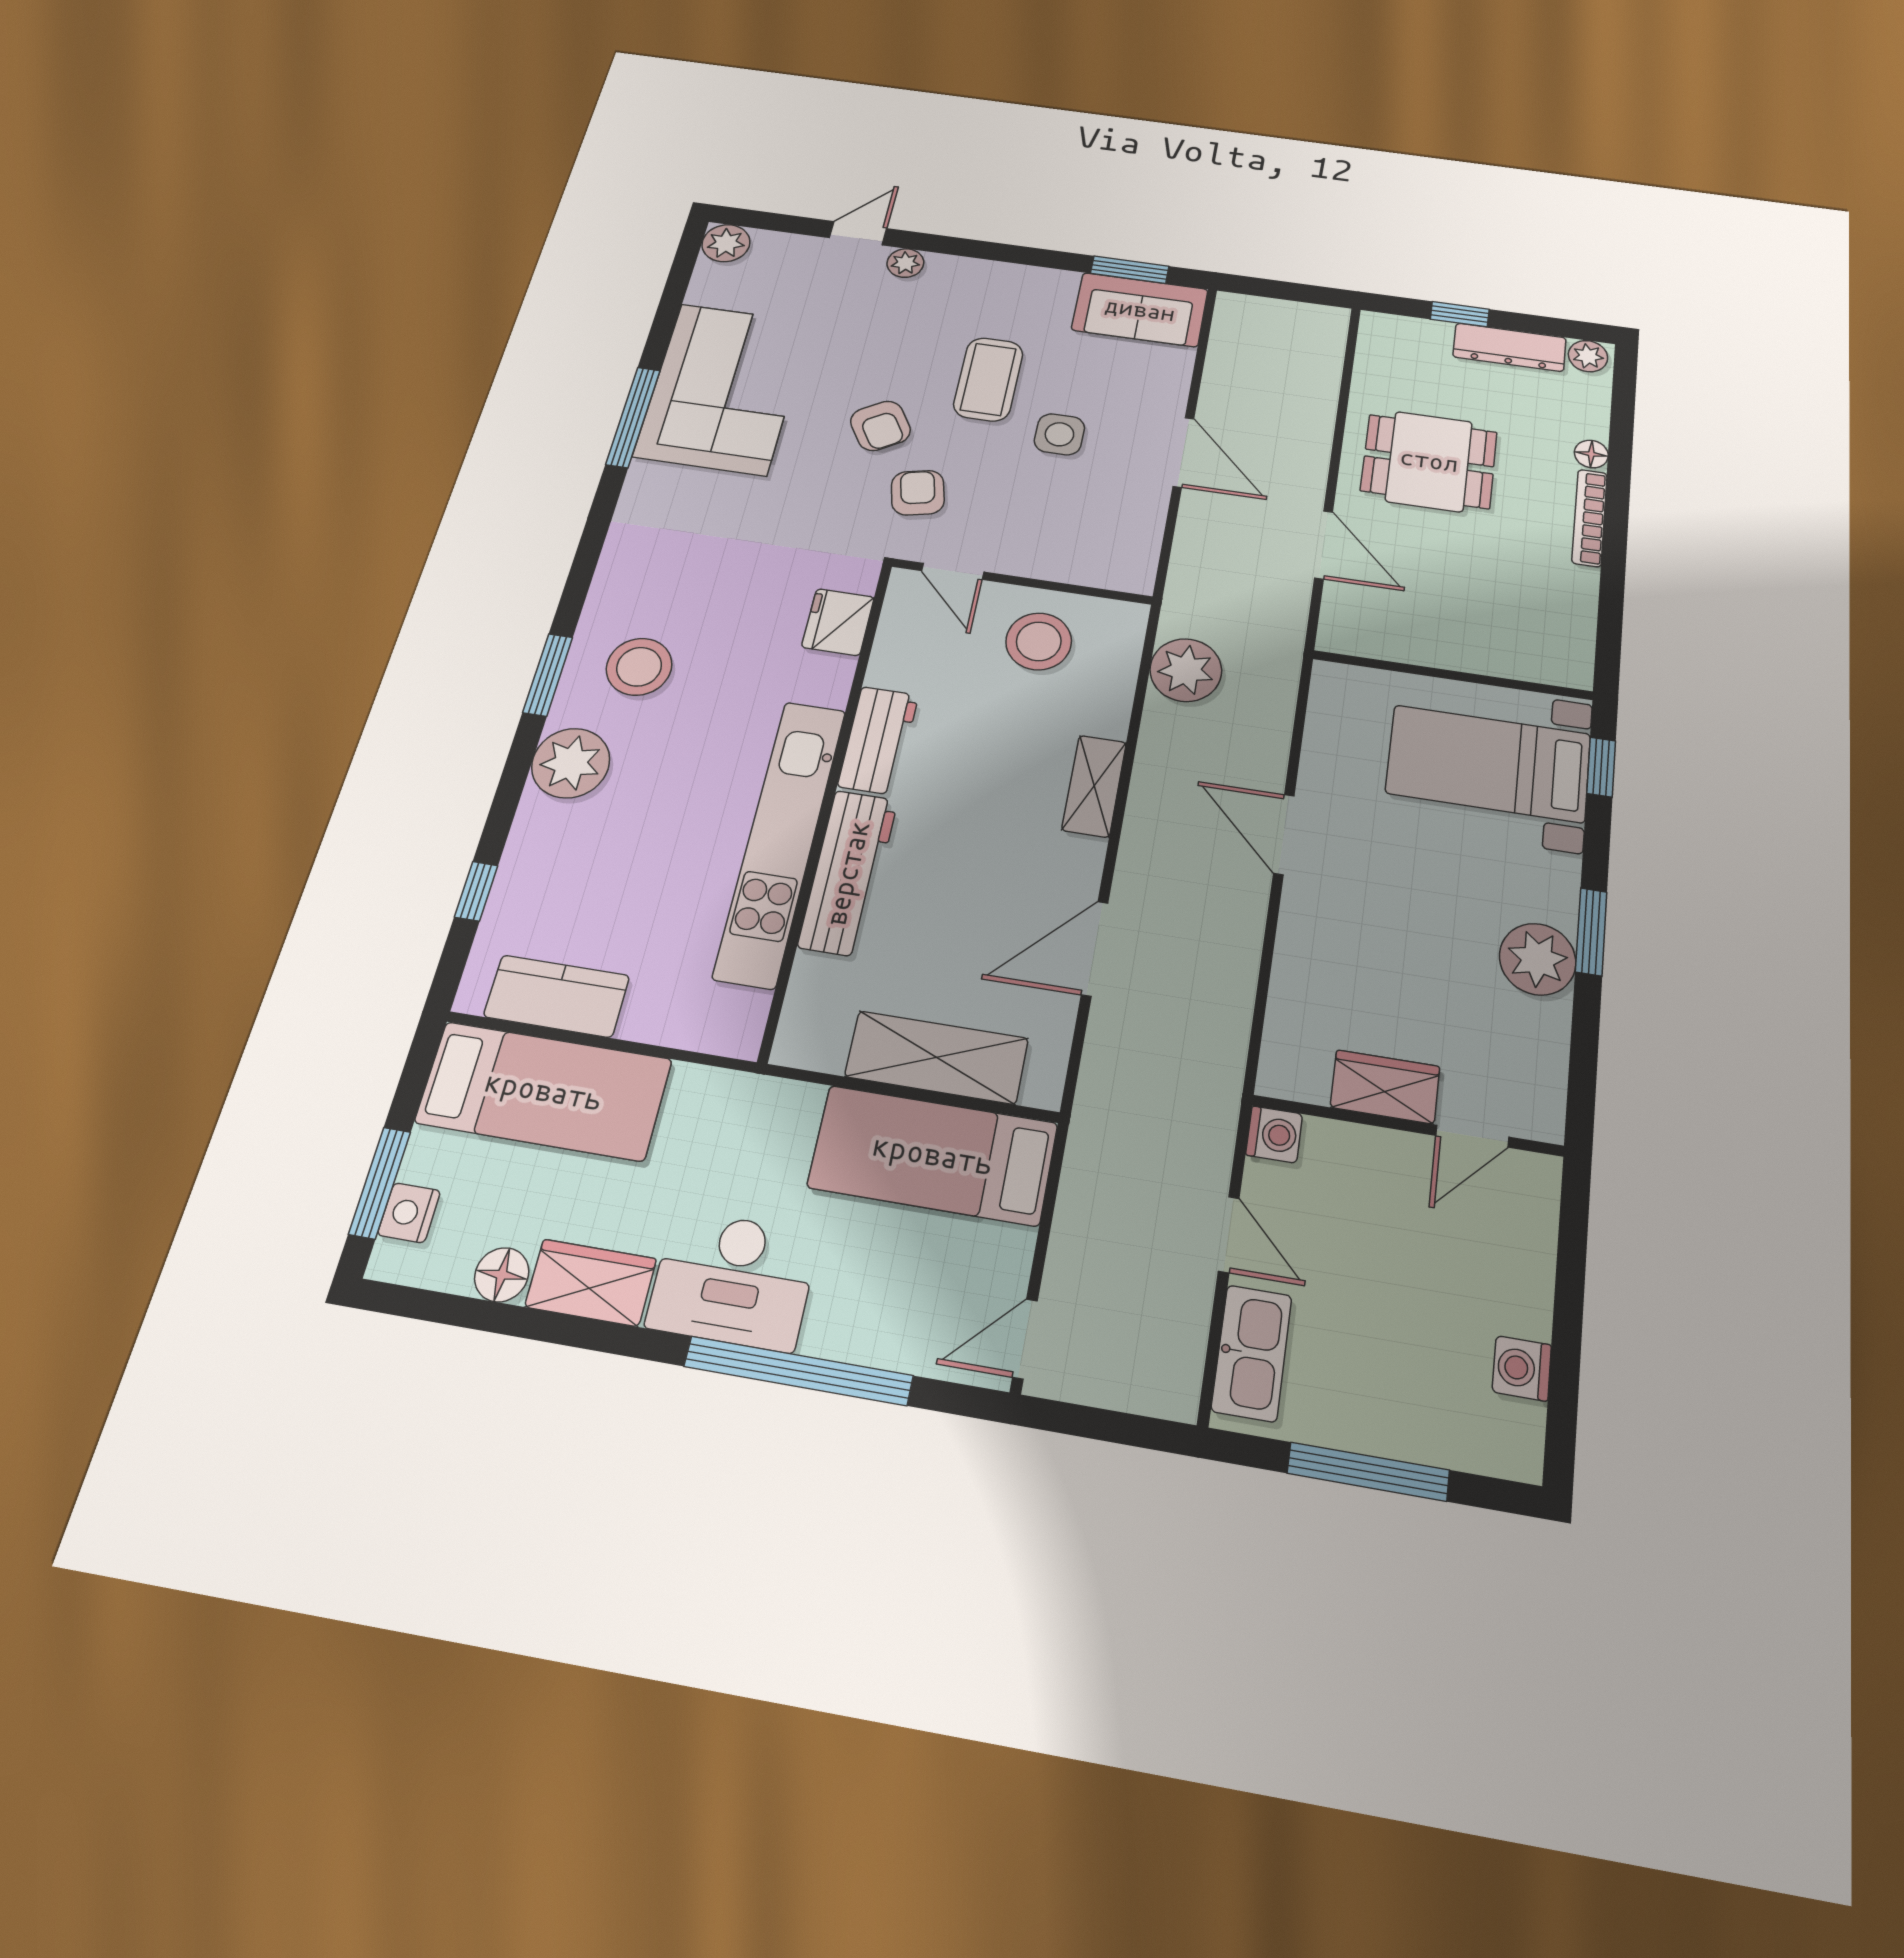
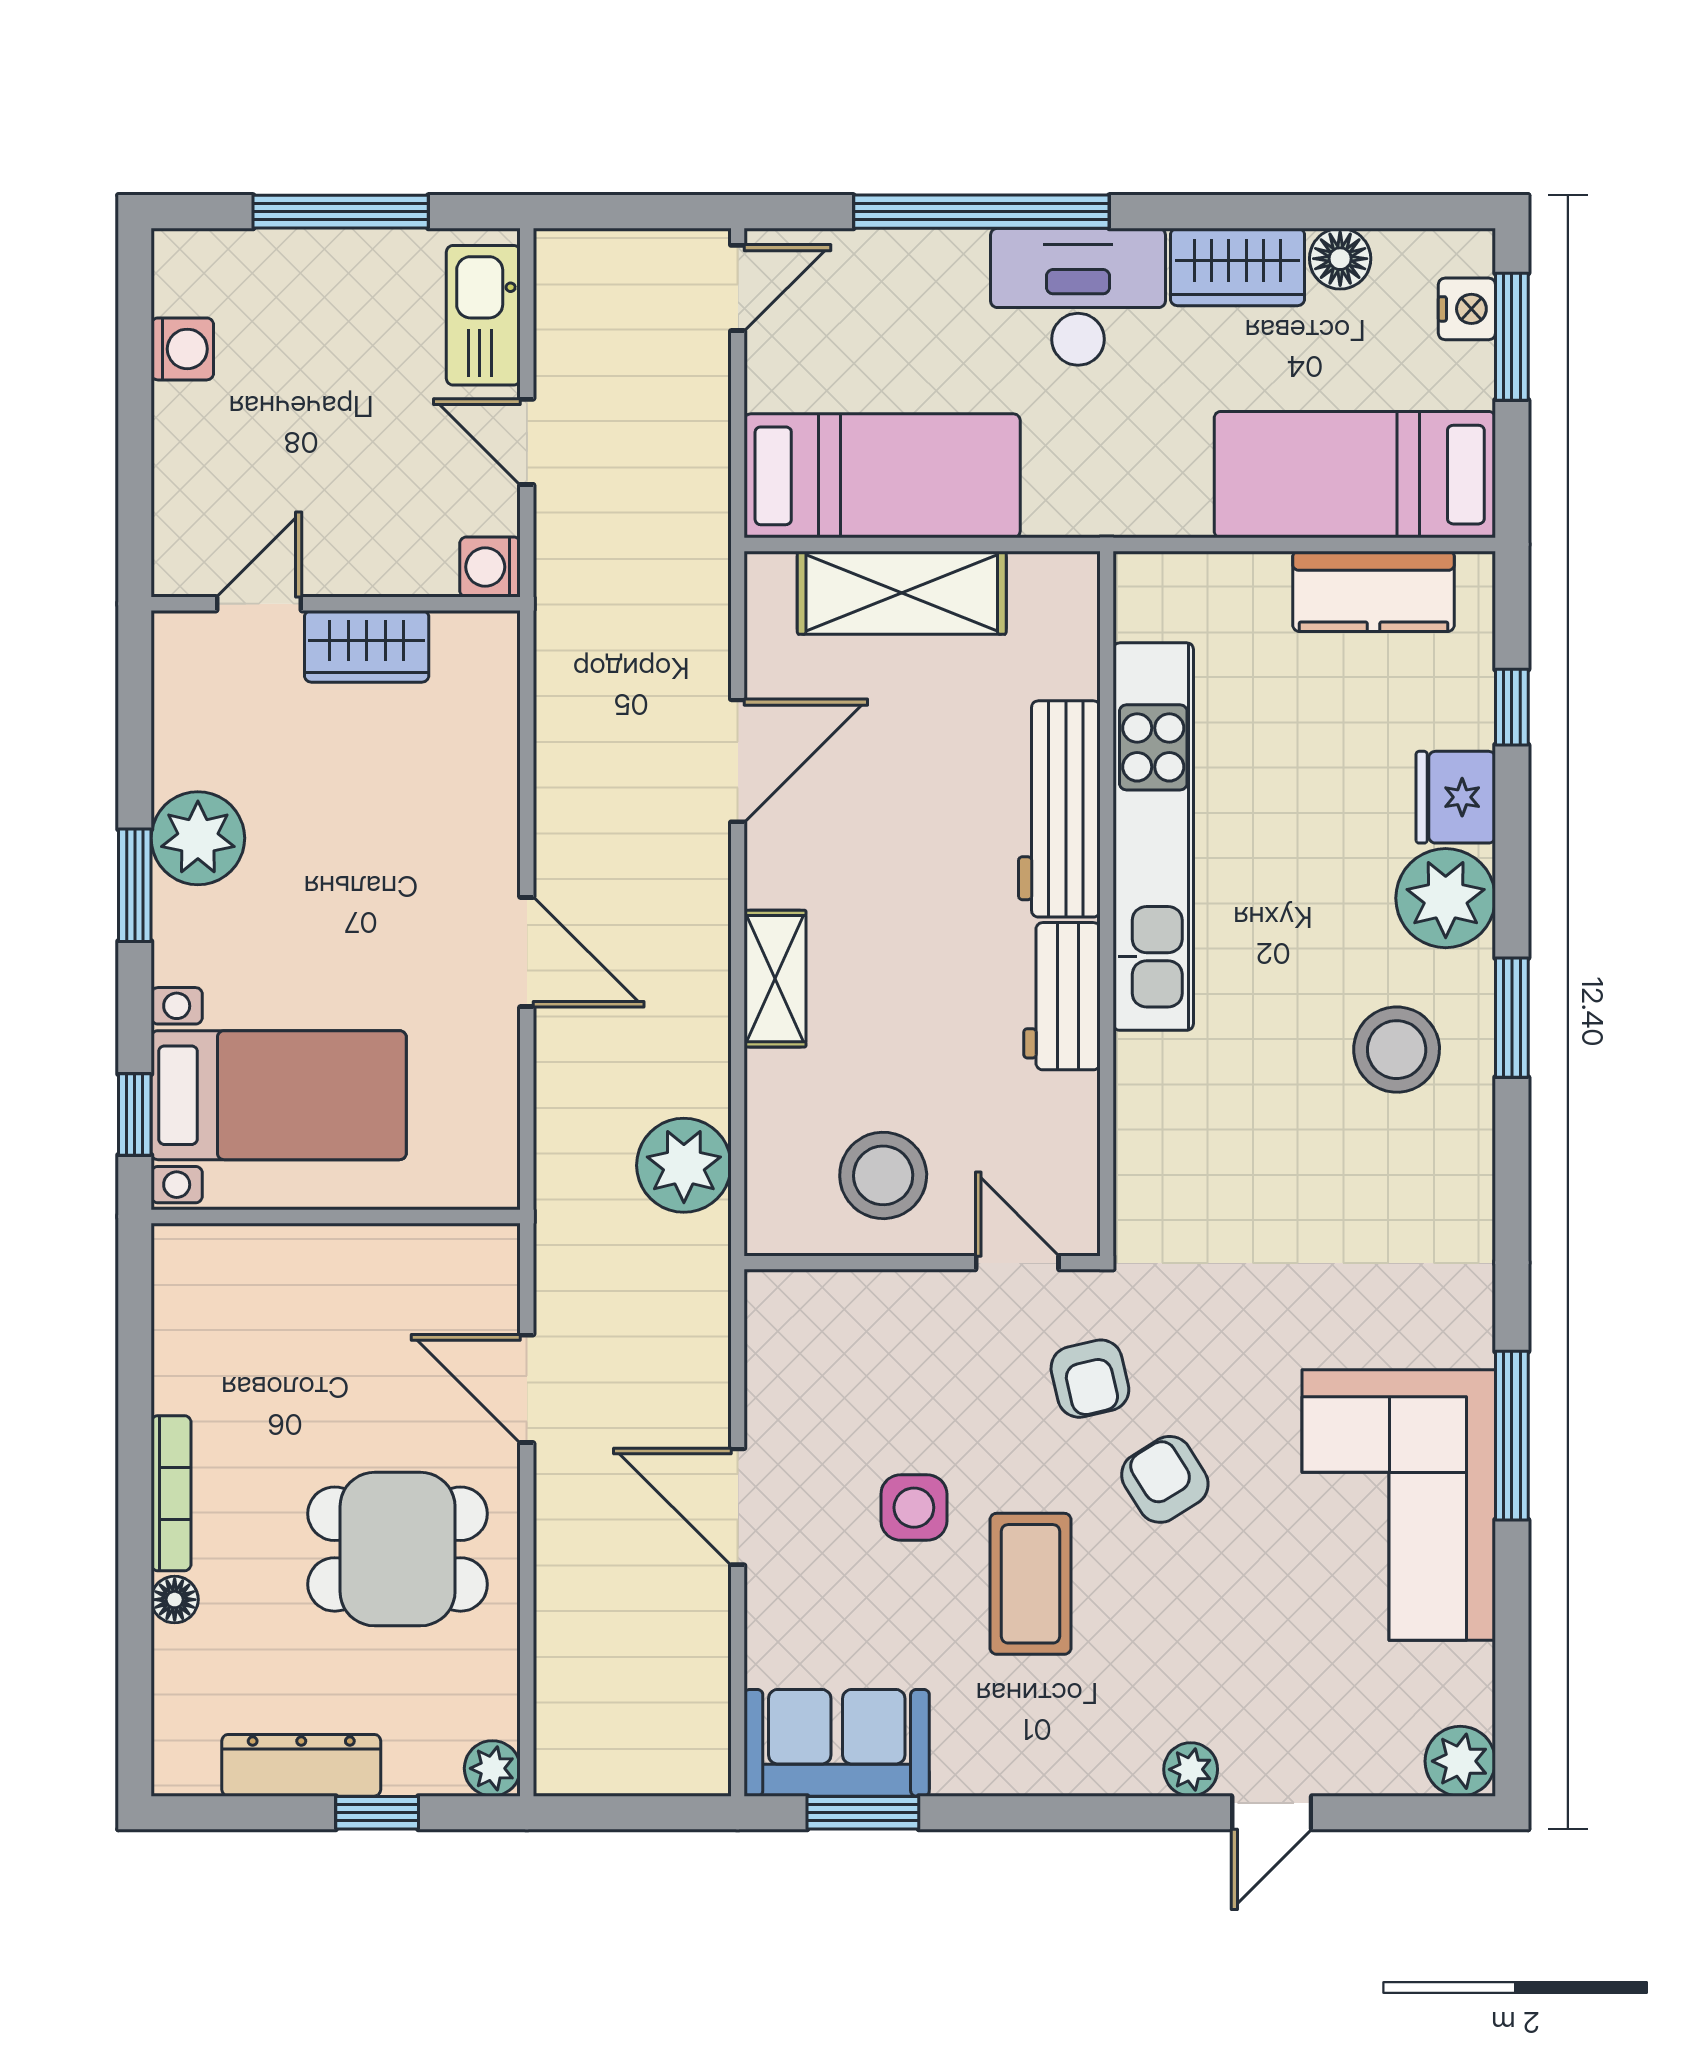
plant: (1588, 356) -> (492, 1768), moved
fridge: (838, 622) -> (1456, 797), moved, turned 180

